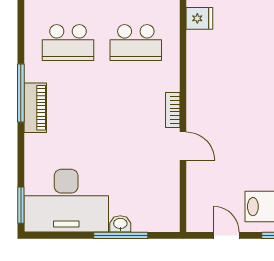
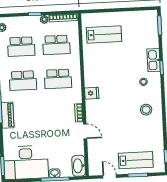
fridge: (199, 18) -> (92, 93), moved
washbasin: (167, 212) -> (79, 166), added

